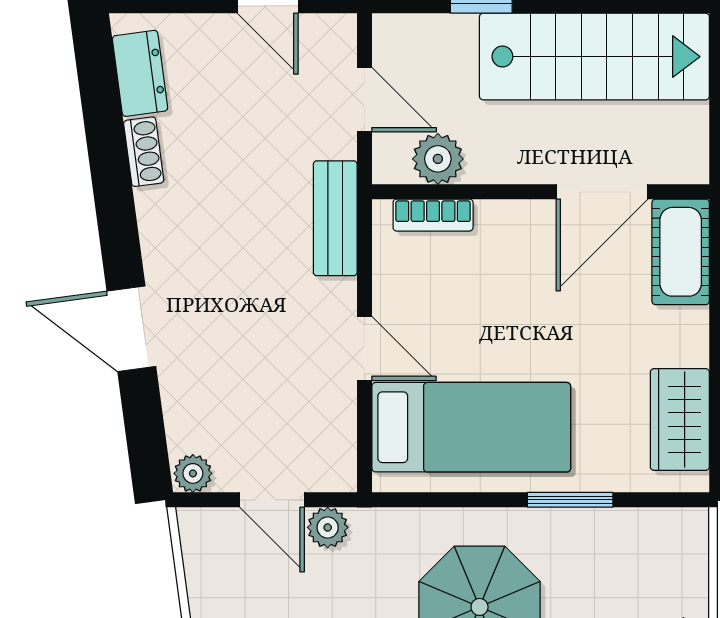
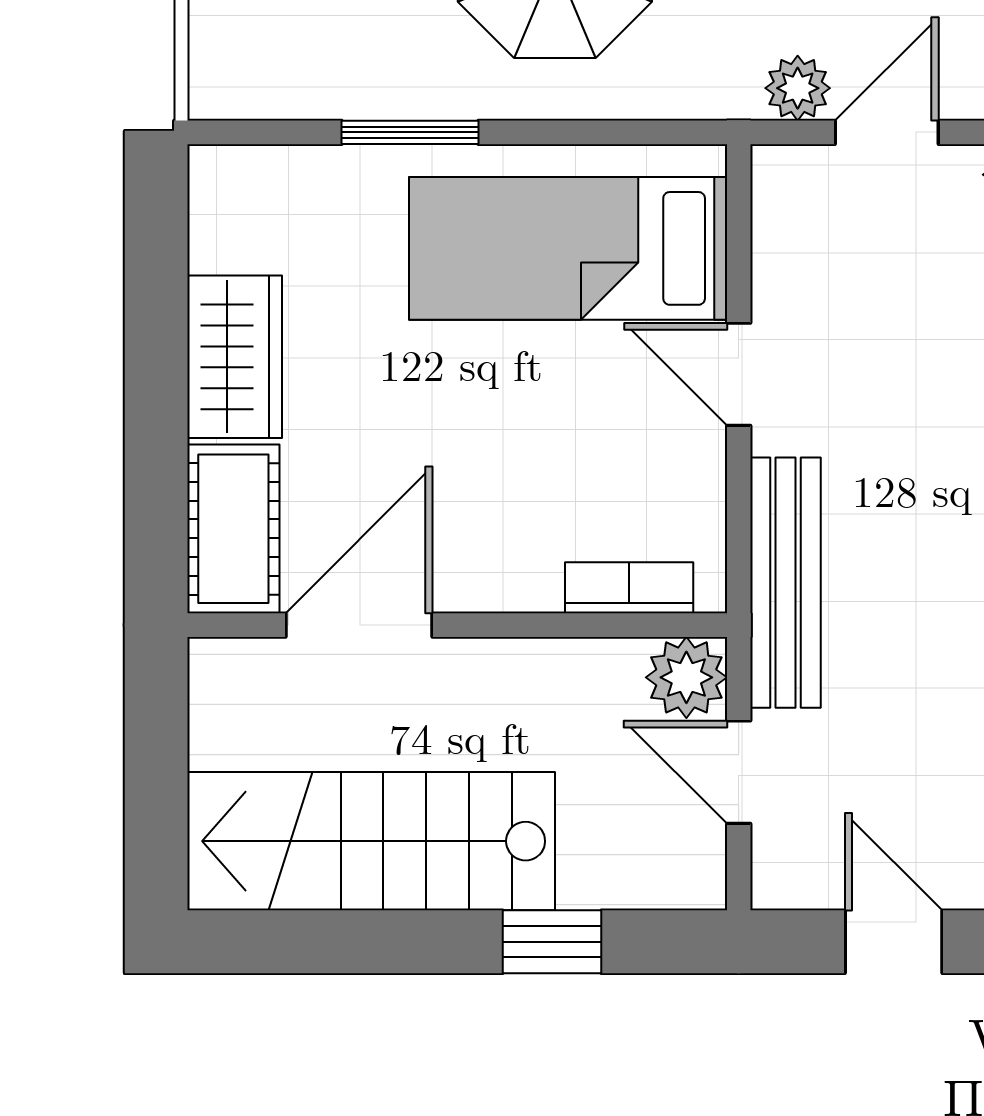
plant: (438, 159) -> (686, 677), moved
bench: (335, 218) -> (786, 583), width x1.36
wardrobe: (680, 420) -> (235, 357), moved
door: (272, 500) -> (887, 132), hinge flipped

